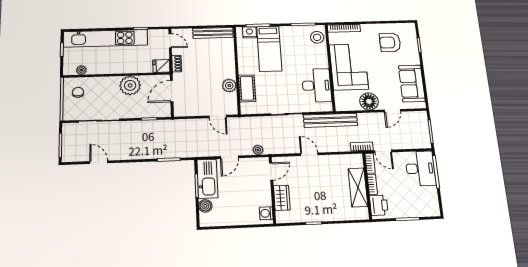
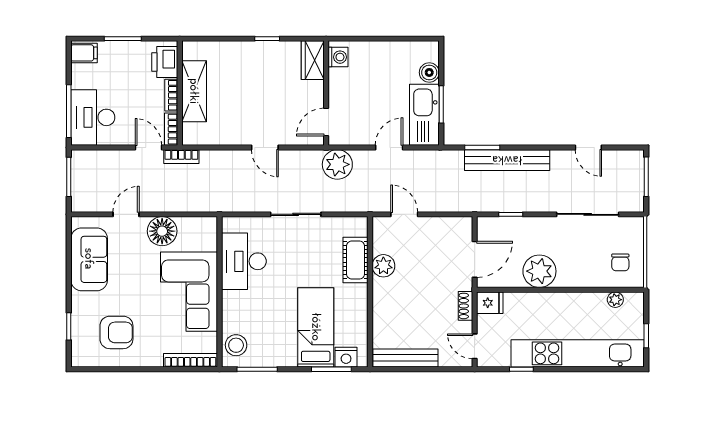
bench: (331, 120) -> (507, 160), moved
plant: (258, 150) -> (337, 164), width x1.87, depth x1.87
wardrobe: (282, 198) -> (313, 60), moved
filing cabinet: (431, 209) -> (84, 53), added

